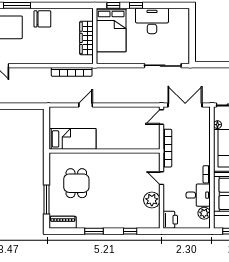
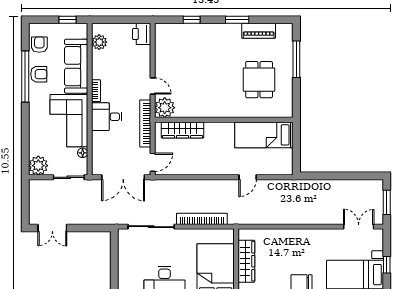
bookcase: (72, 72) -> (202, 219), moved
wardrobe: (138, 143) -> (182, 130), added
desk: (198, 195) -> (107, 117), moved
plant: (152, 200) -> (165, 108), moved
piano: (63, 222) -> (259, 31), moved

